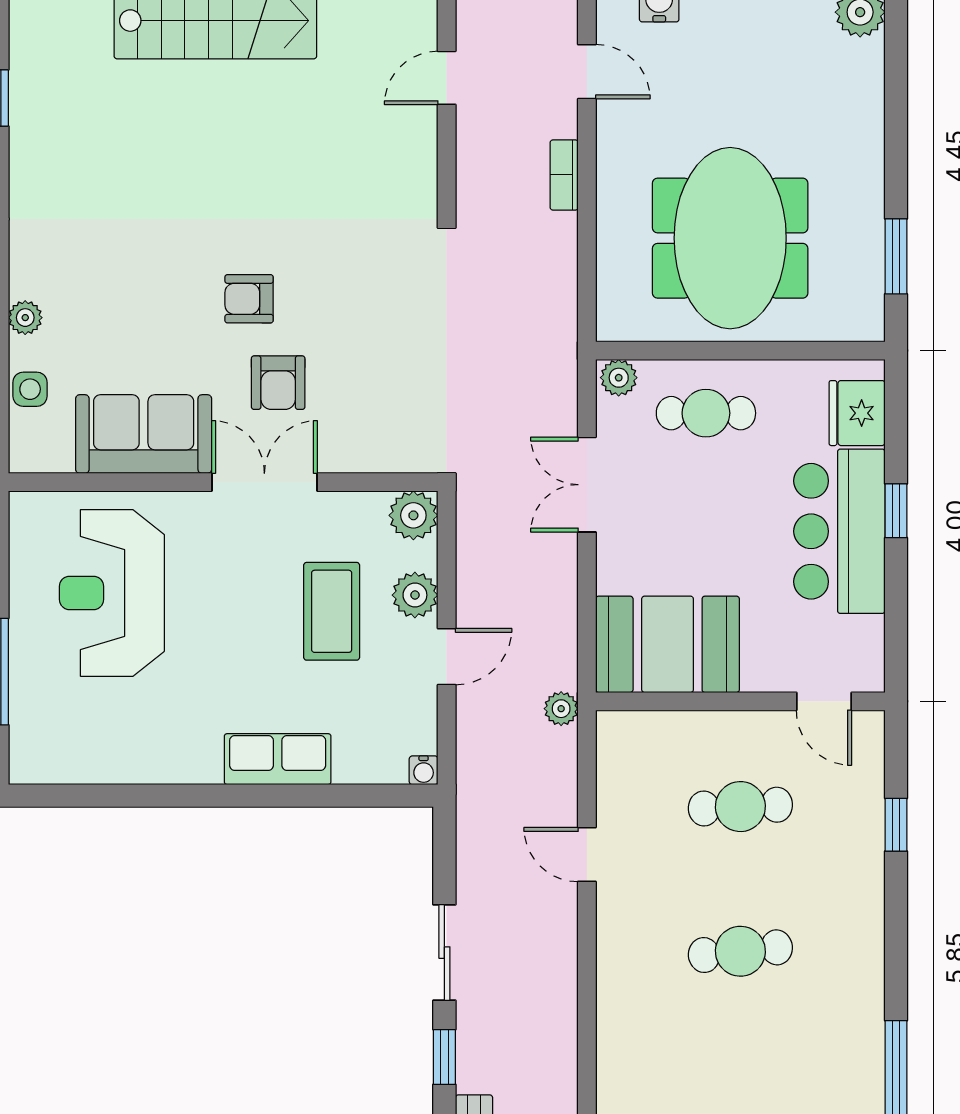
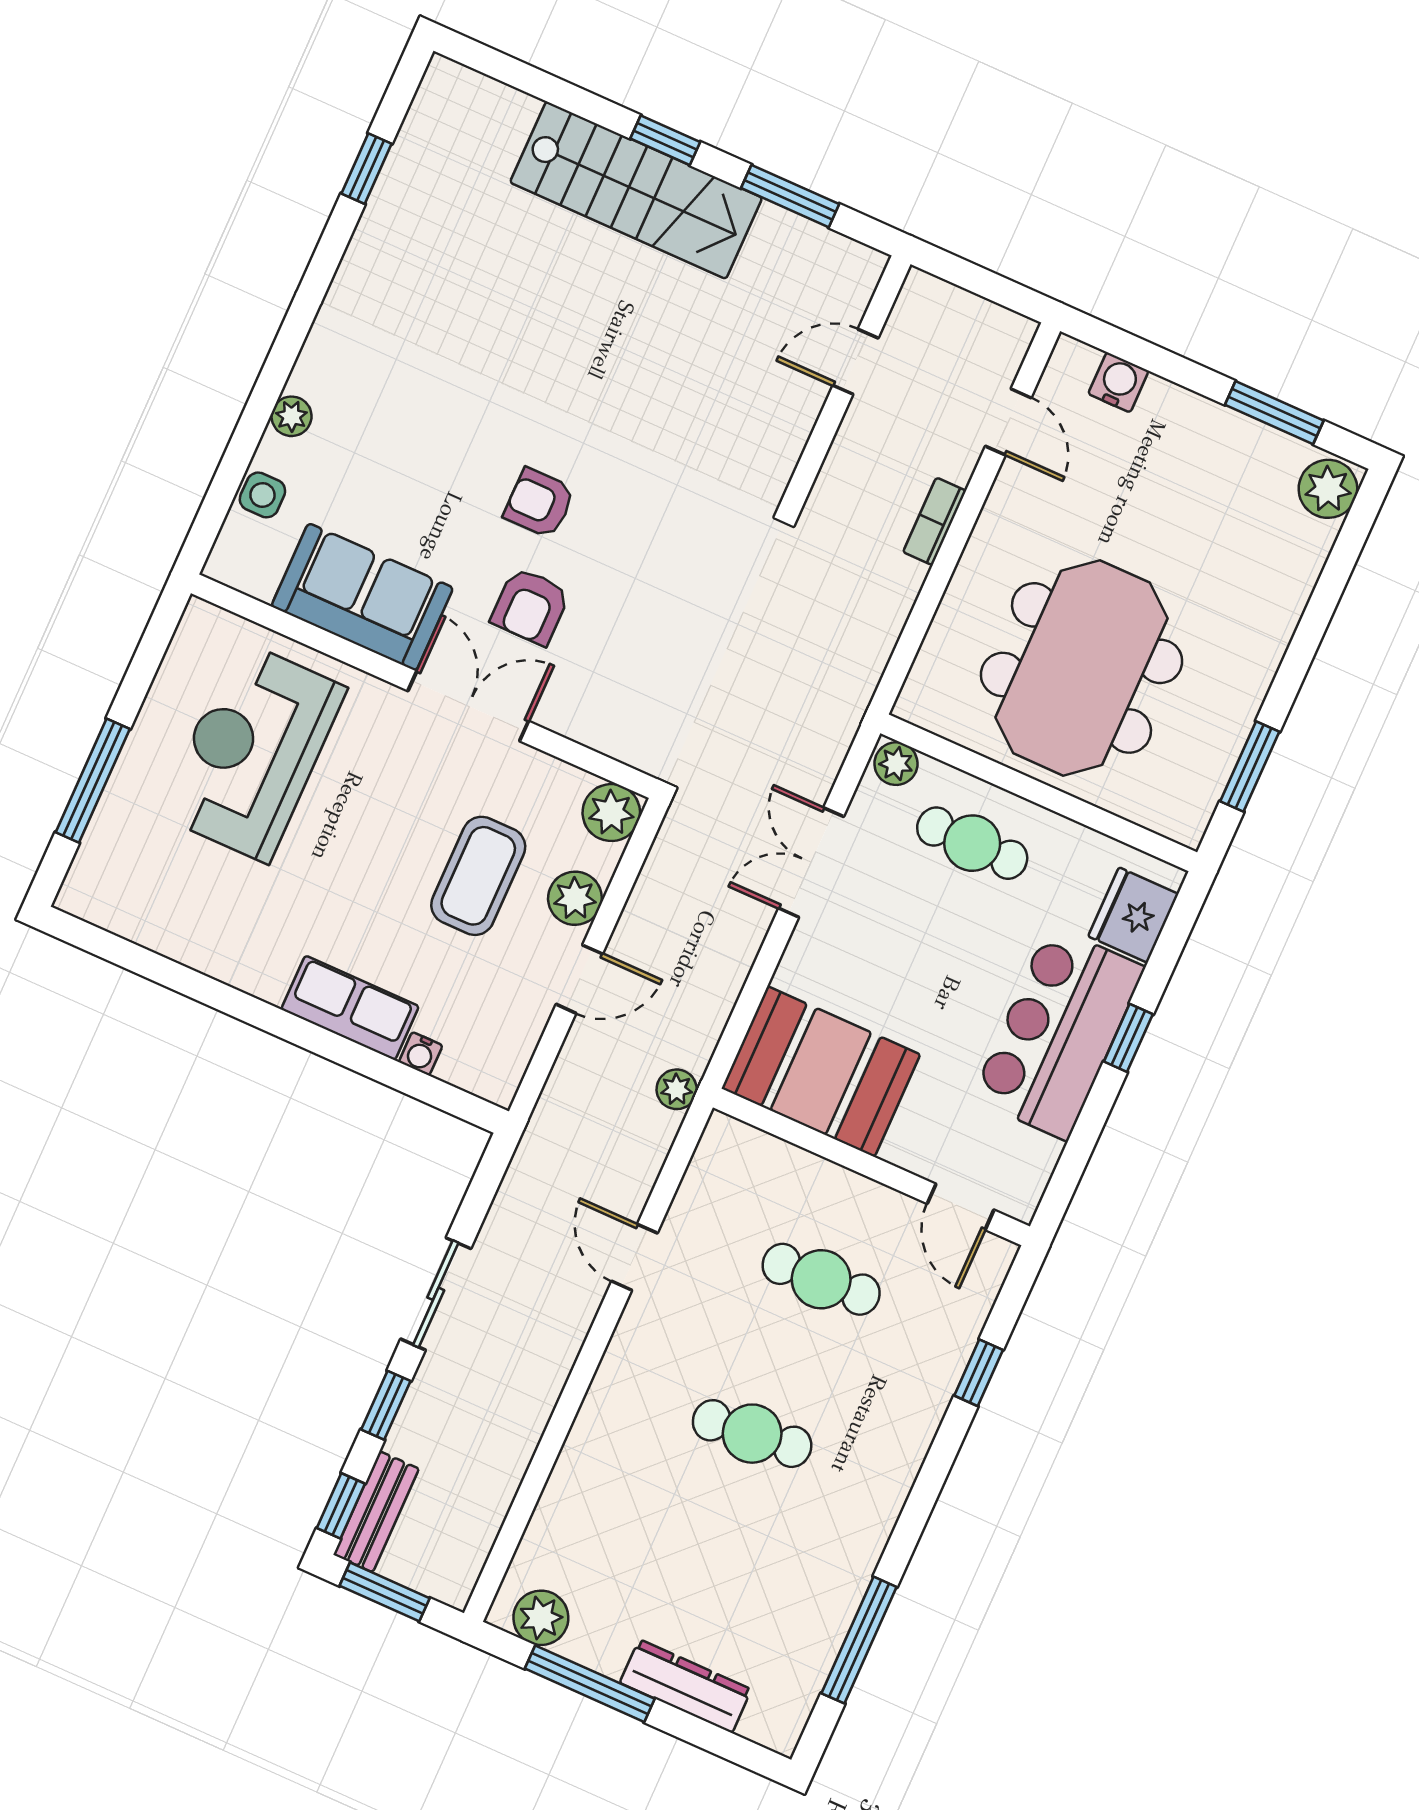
water cooler: (424, 770) -> (421, 1054), moved

